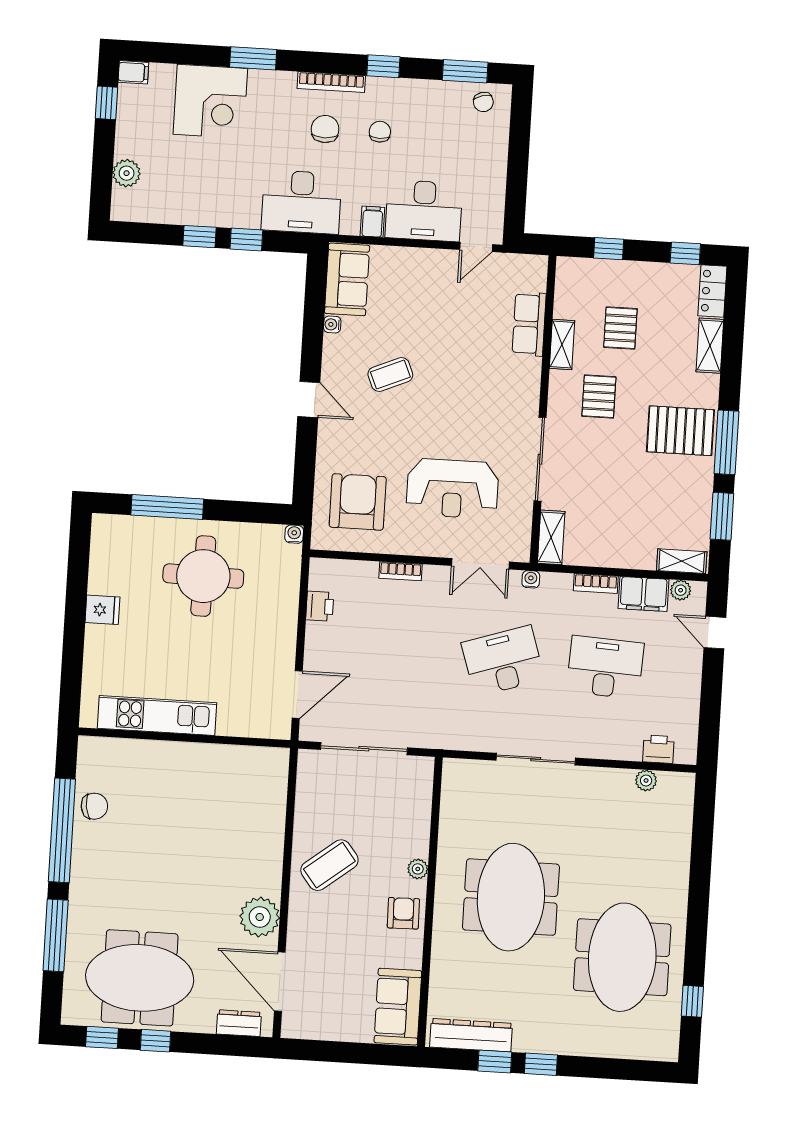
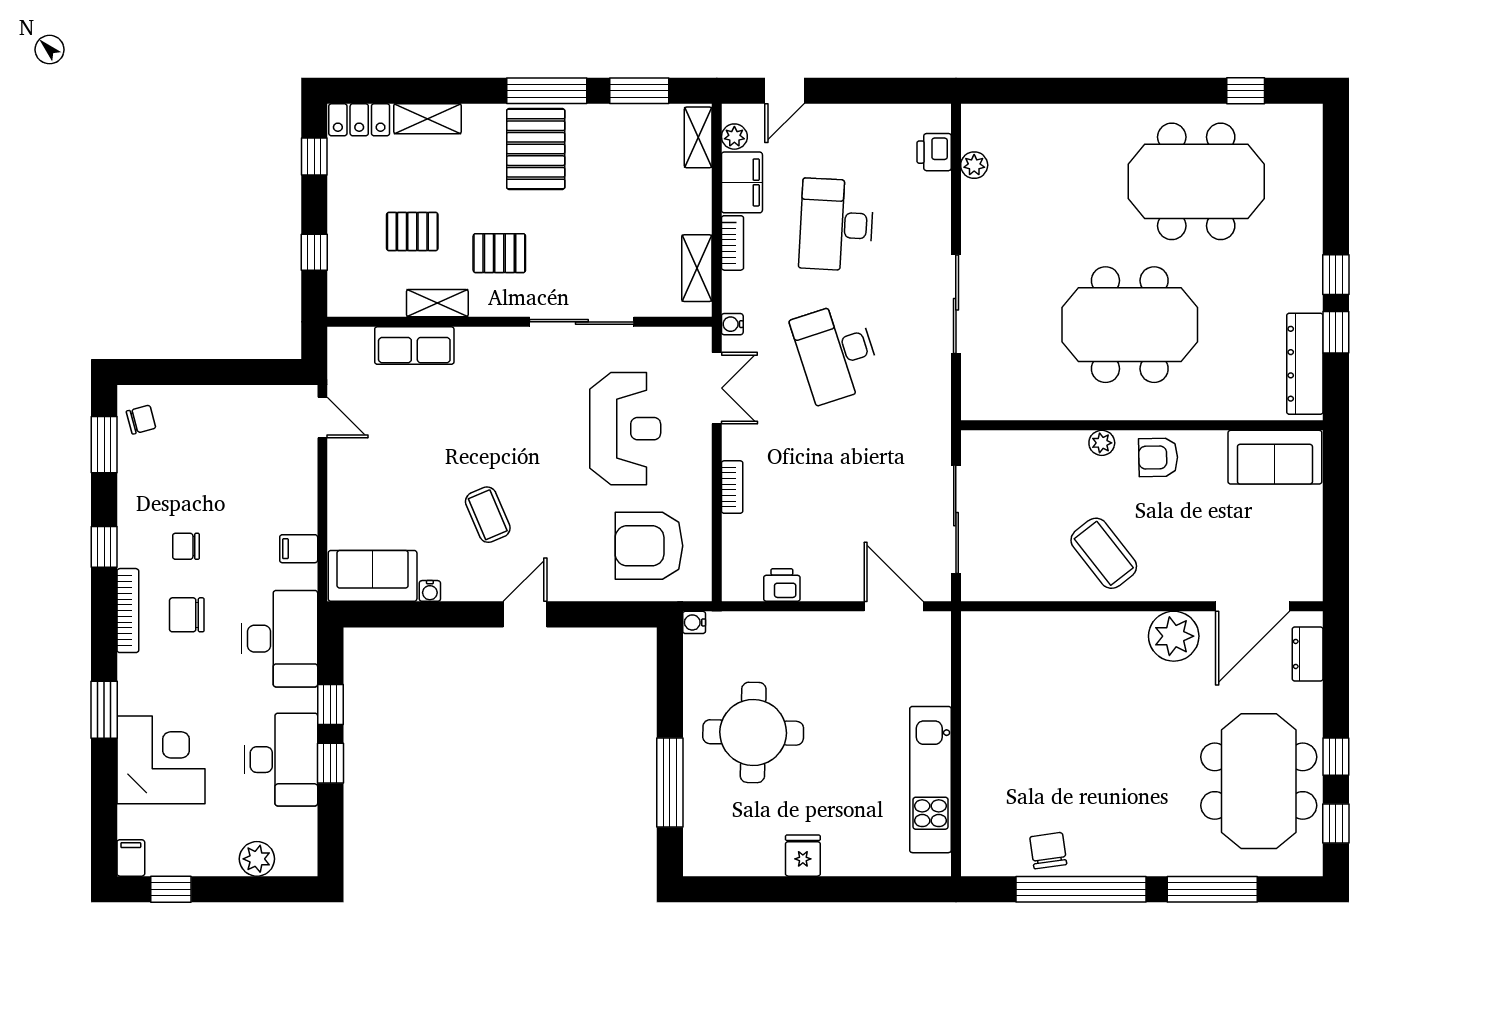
desk: (424, 211) -> (281, 760), moved
shelving: (551, 537) -> (697, 268), moved, turned 90

